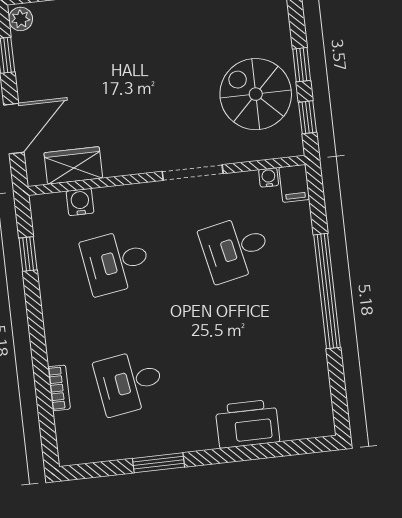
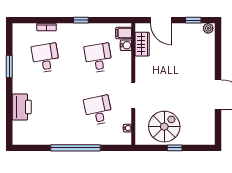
window: (308, 117) -> (152, 148), removed
filing cabinet: (294, 183) -> (124, 33), moved
window: (28, 254) -> (81, 20), moved

